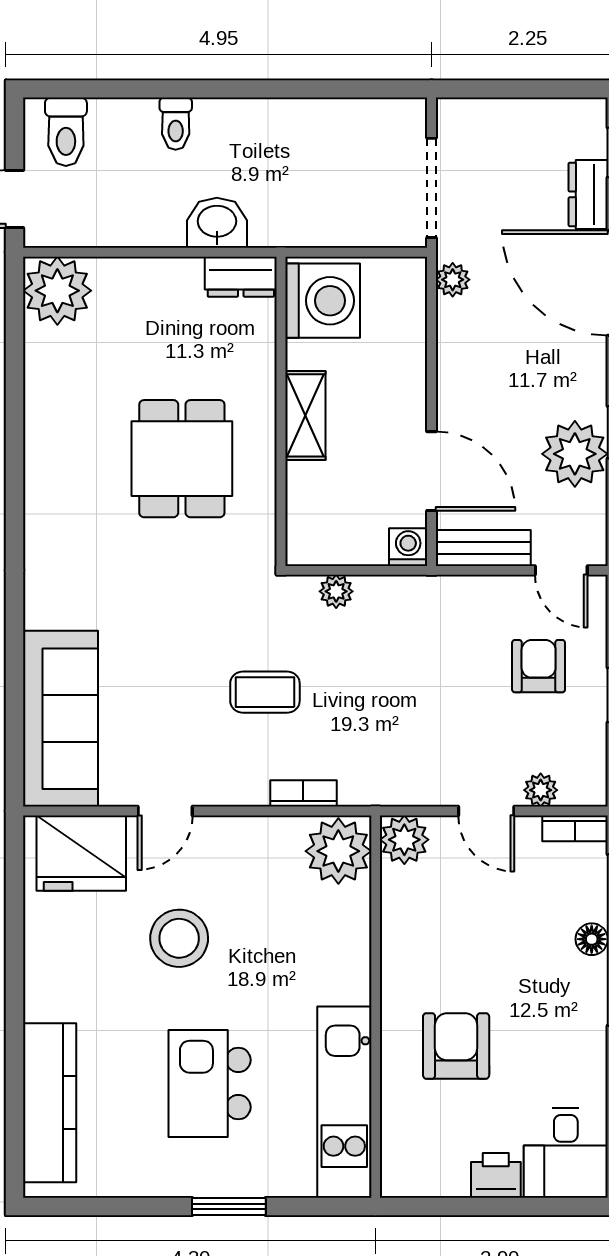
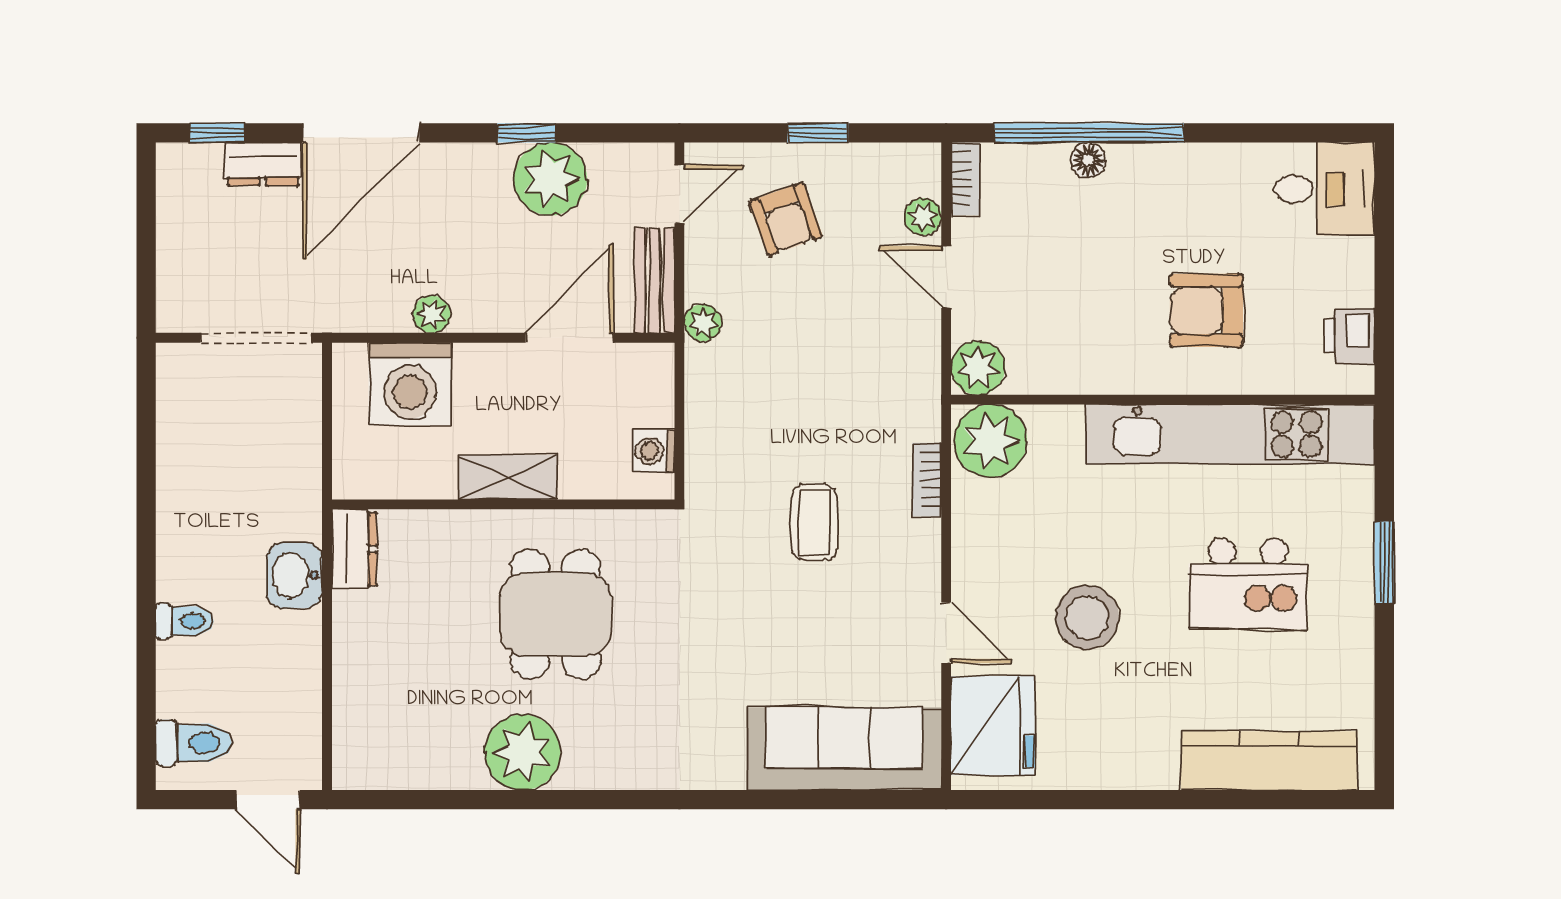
plant: (453, 280) -> (432, 314), moved
plant: (57, 291) -> (523, 752), moved
washing machine: (323, 301) -> (410, 384), moved, turned 180
dining table: (182, 459) -> (556, 614), turned 90
washing machine: (408, 547) -> (654, 451), moved
plant: (336, 591) -> (703, 323), moved
armchair: (539, 666) -> (786, 219), turned -110
door: (486, 811) -> (946, 277), swing flipped
kitchen unit: (344, 1102) -> (1230, 434), width x1.36
printer: (496, 1175) -> (1350, 336), moved

